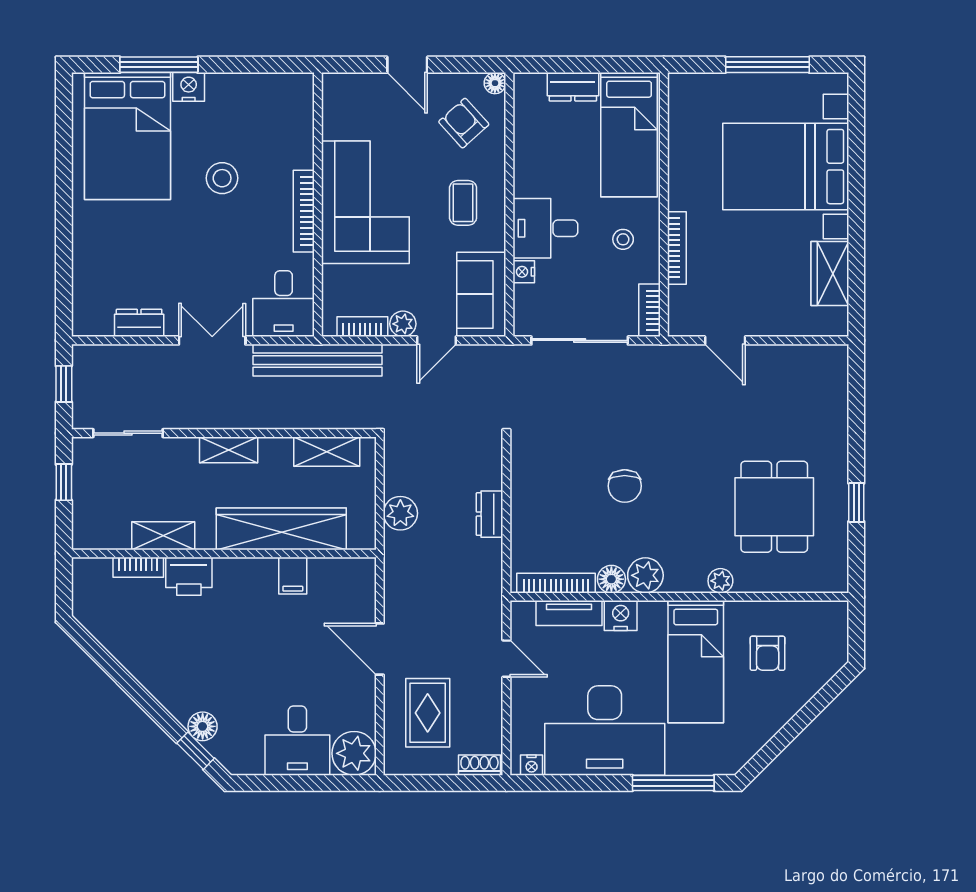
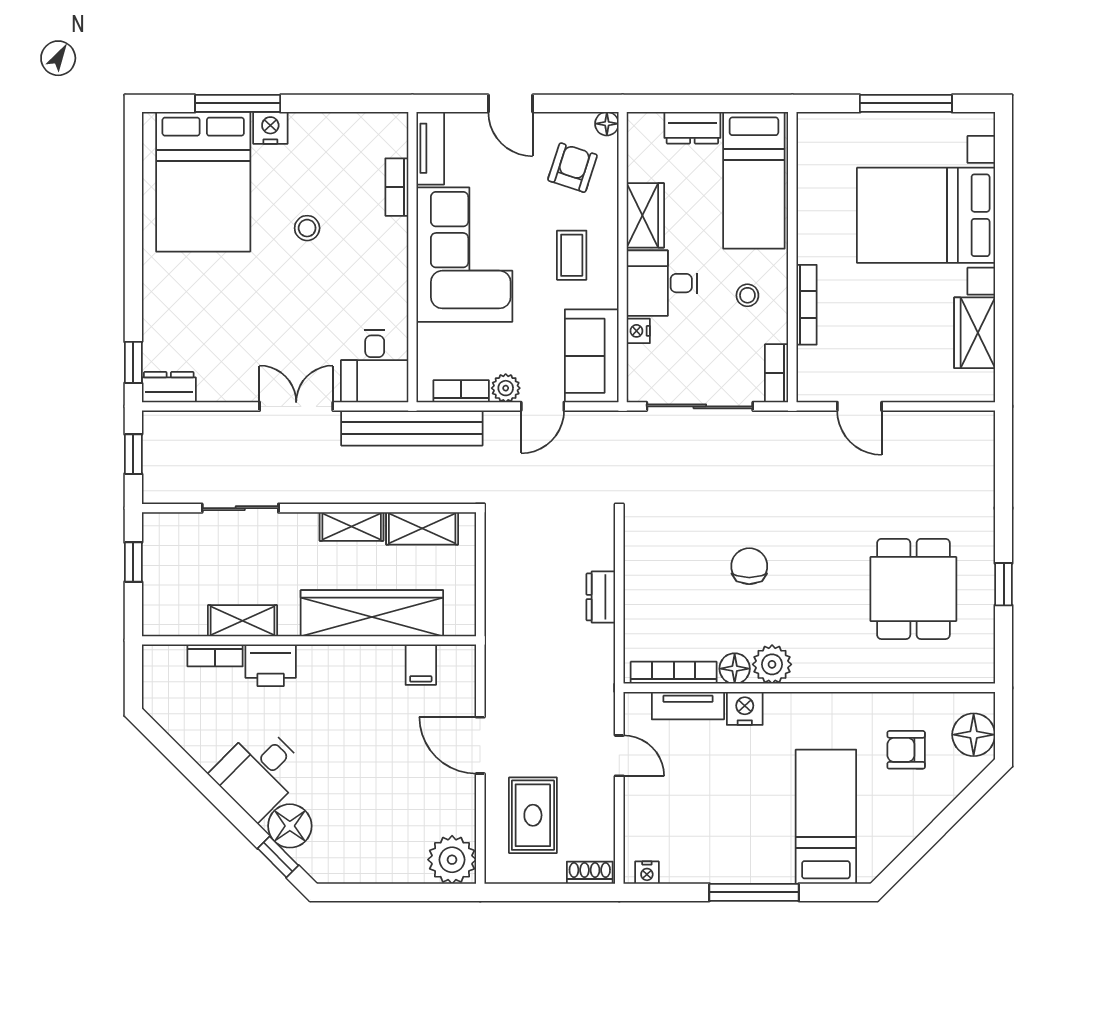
tv unit: (334, 105) -> (430, 148), added
armchair: (464, 123) -> (573, 168), turned 60
wardrobe: (530, 167) -> (645, 215), added
stool: (222, 178) -> (307, 228), width x0.73, depth x0.73
bookcase: (304, 211) -> (397, 187), moved, width x0.64
window: (64, 300) -> (133, 362), added
dresser: (139, 323) -> (169, 387), moved
sliding door: (128, 433) -> (240, 508), moved
shelving: (229, 450) -> (352, 526), moved
chair: (625, 486) -> (749, 566), turned 180
plant: (400, 513) -> (503, 596), removed
filing cabinet: (293, 576) -> (421, 665), moved
plant: (720, 581) -> (854, 670), removed
floor lamp: (829, 639) -> (974, 735), added
armchair: (768, 653) -> (906, 750), turned 90
bed: (696, 662) -> (826, 817), moved, turned 180
floor lamp: (203, 726) -> (290, 826), width x1.38, depth x1.38
desk: (605, 730) -> (727, 835), removed
desk: (297, 741) -> (259, 772), moved, turned 45
window: (673, 783) -> (754, 892), moved

